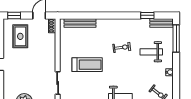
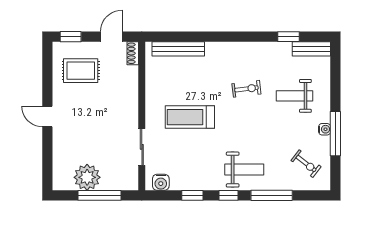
rug: (20, 36) -> (81, 71), turned 90
window: (176, 38) -> (335, 134), moved
treadmill: (87, 65) -> (190, 117), turned 180

